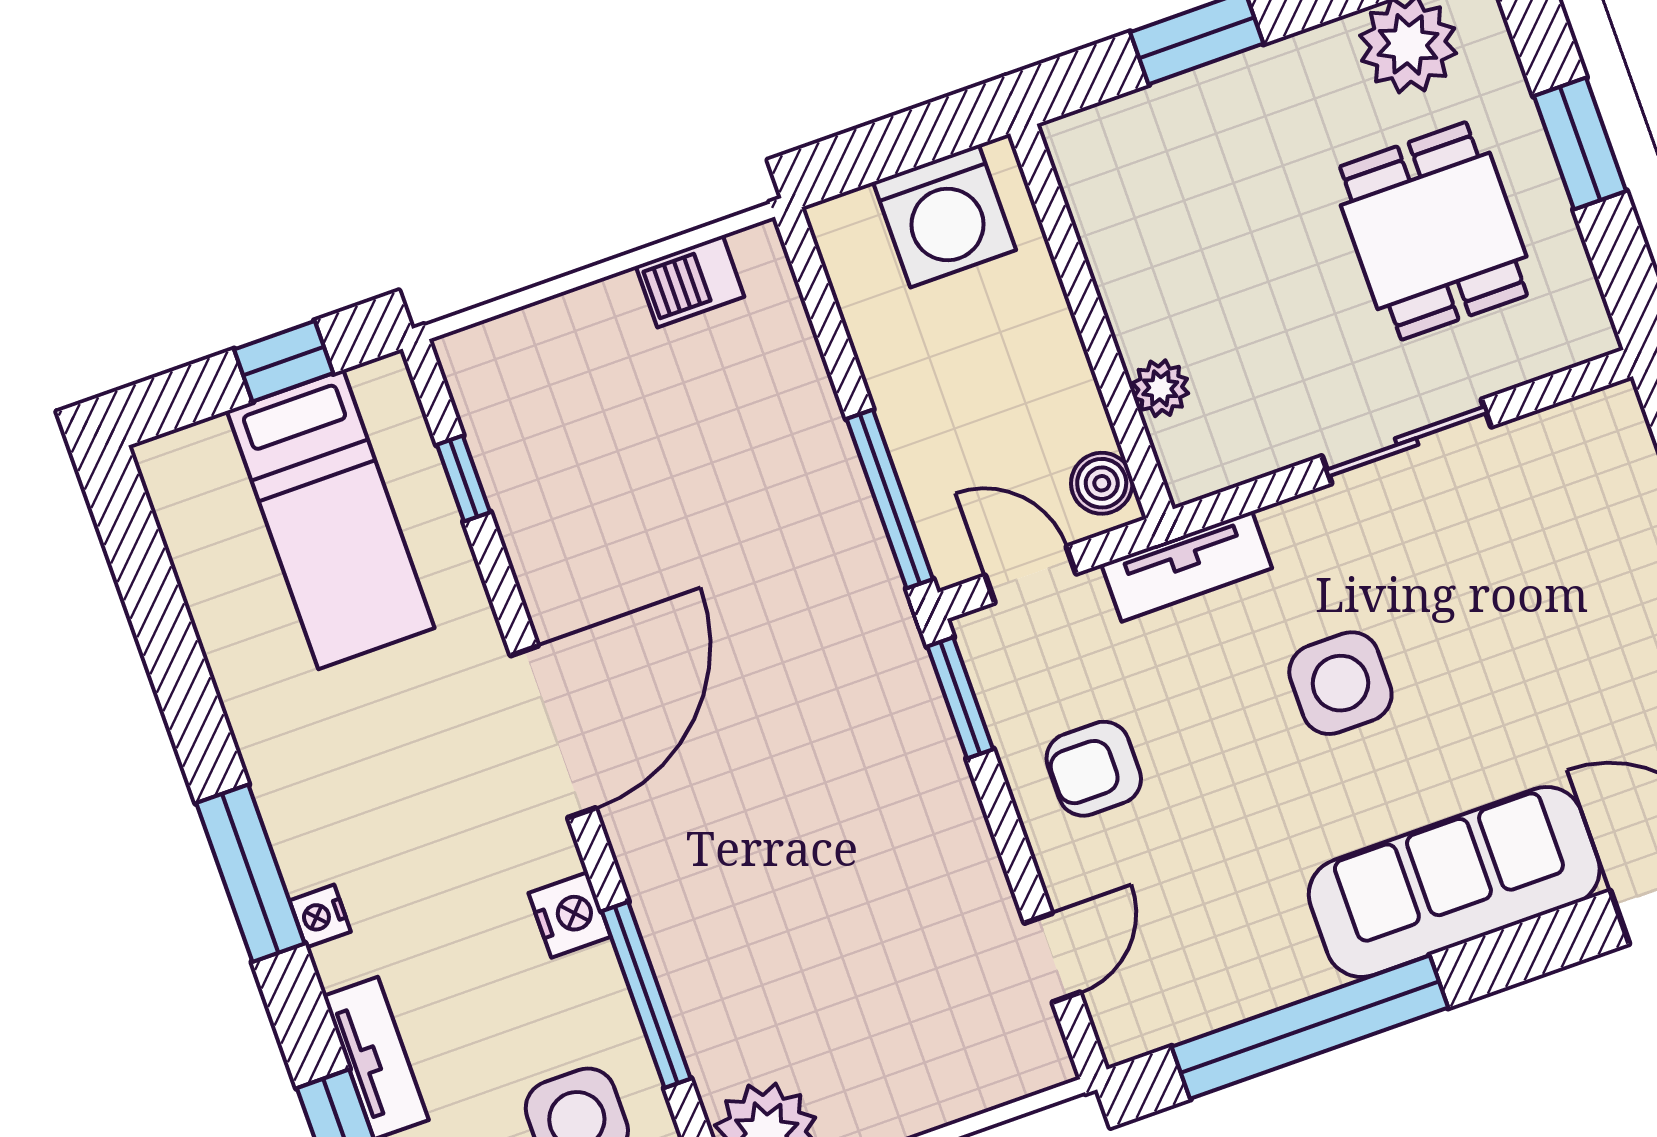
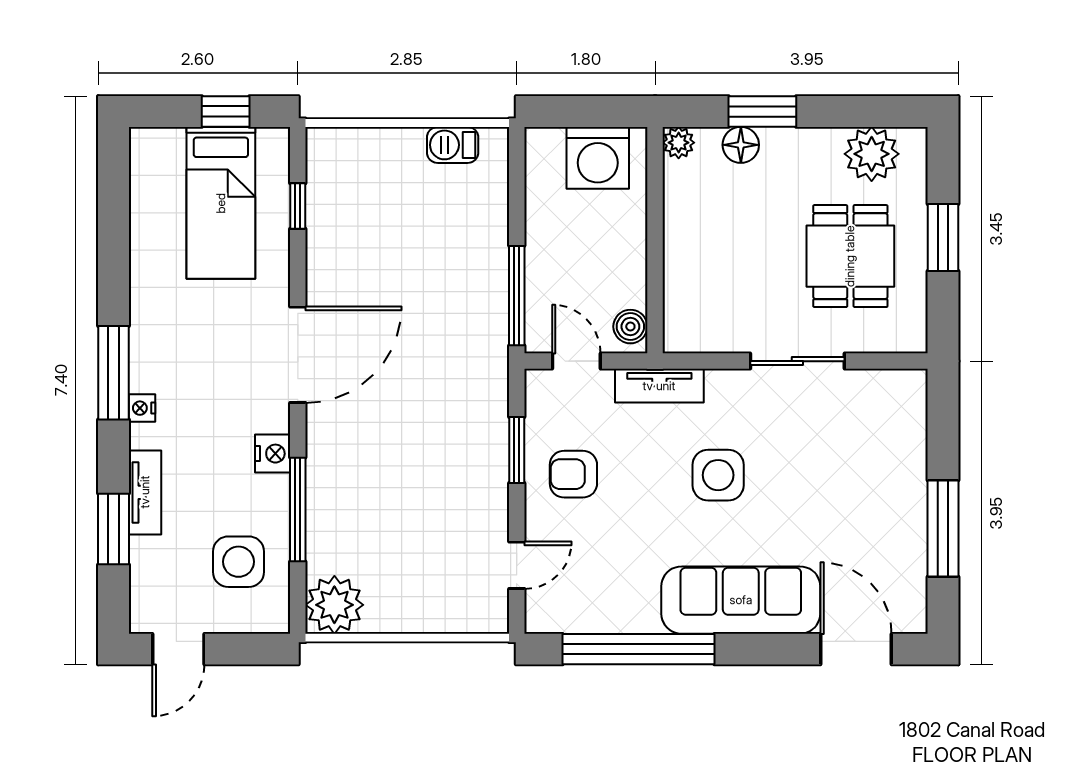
floor lamp: (1180, 108) -> (741, 145), added
plant: (1160, 388) -> (679, 143), moved
window: (960, 698) -> (517, 450), moved

